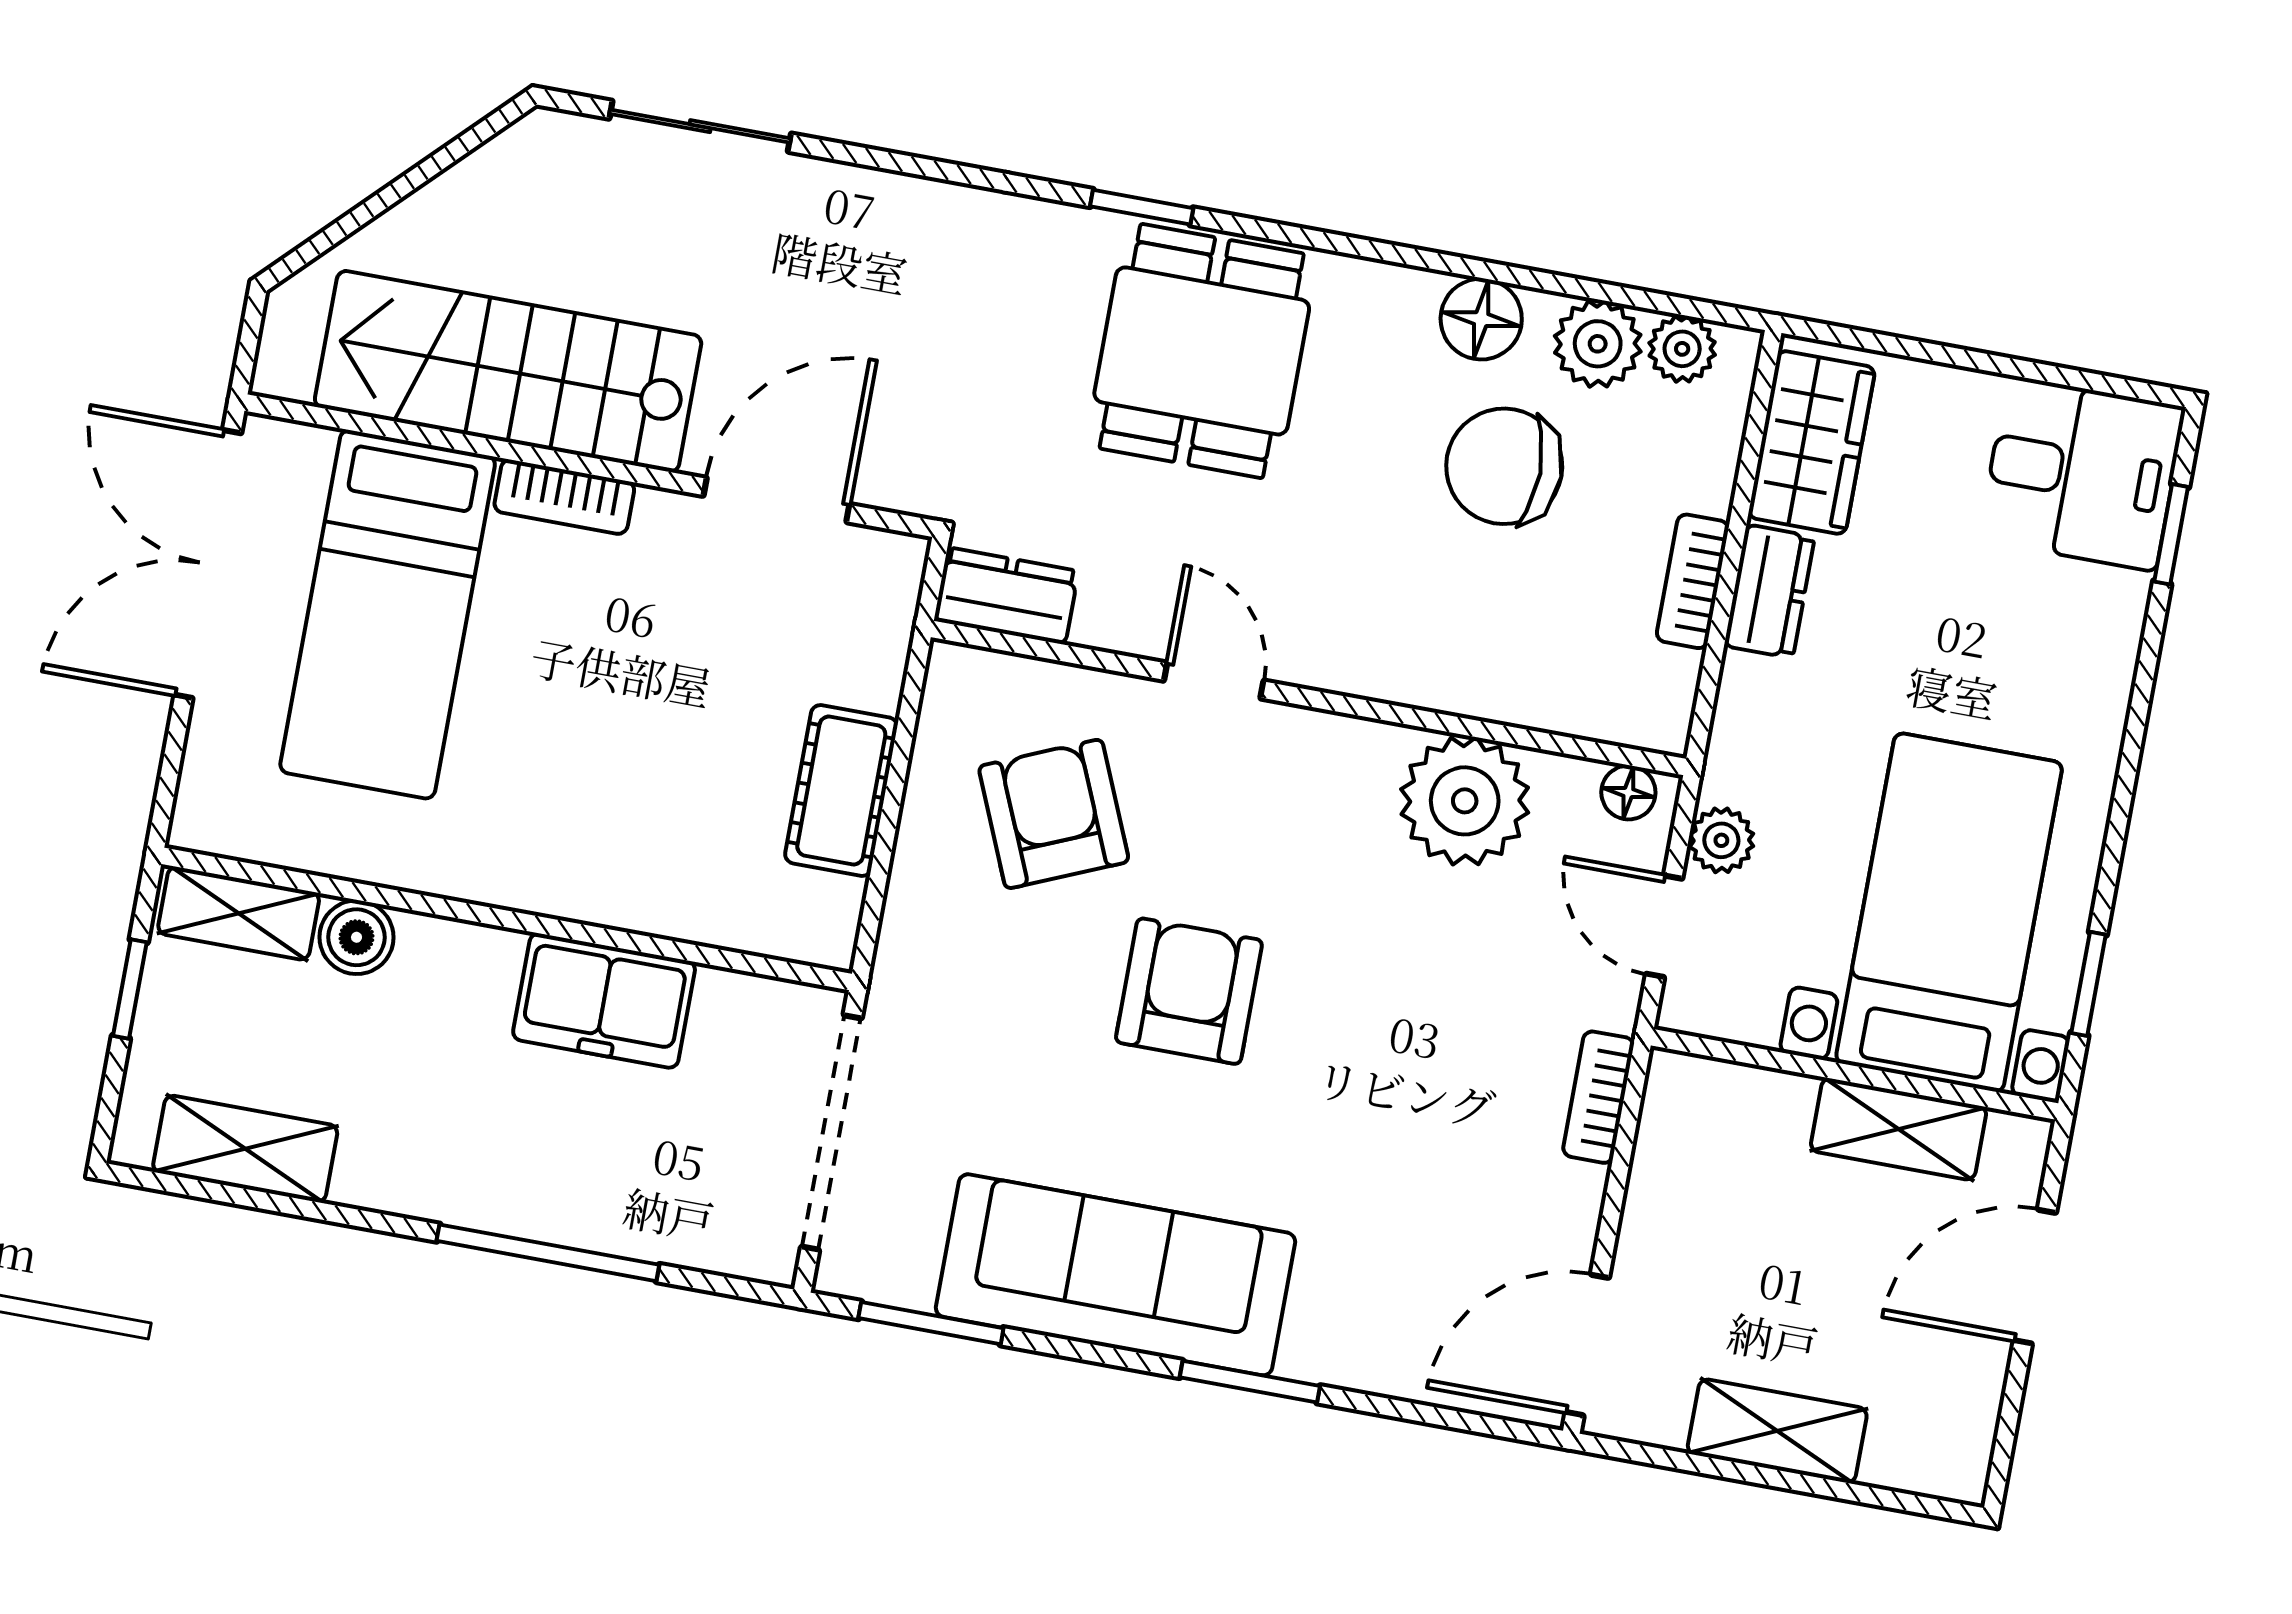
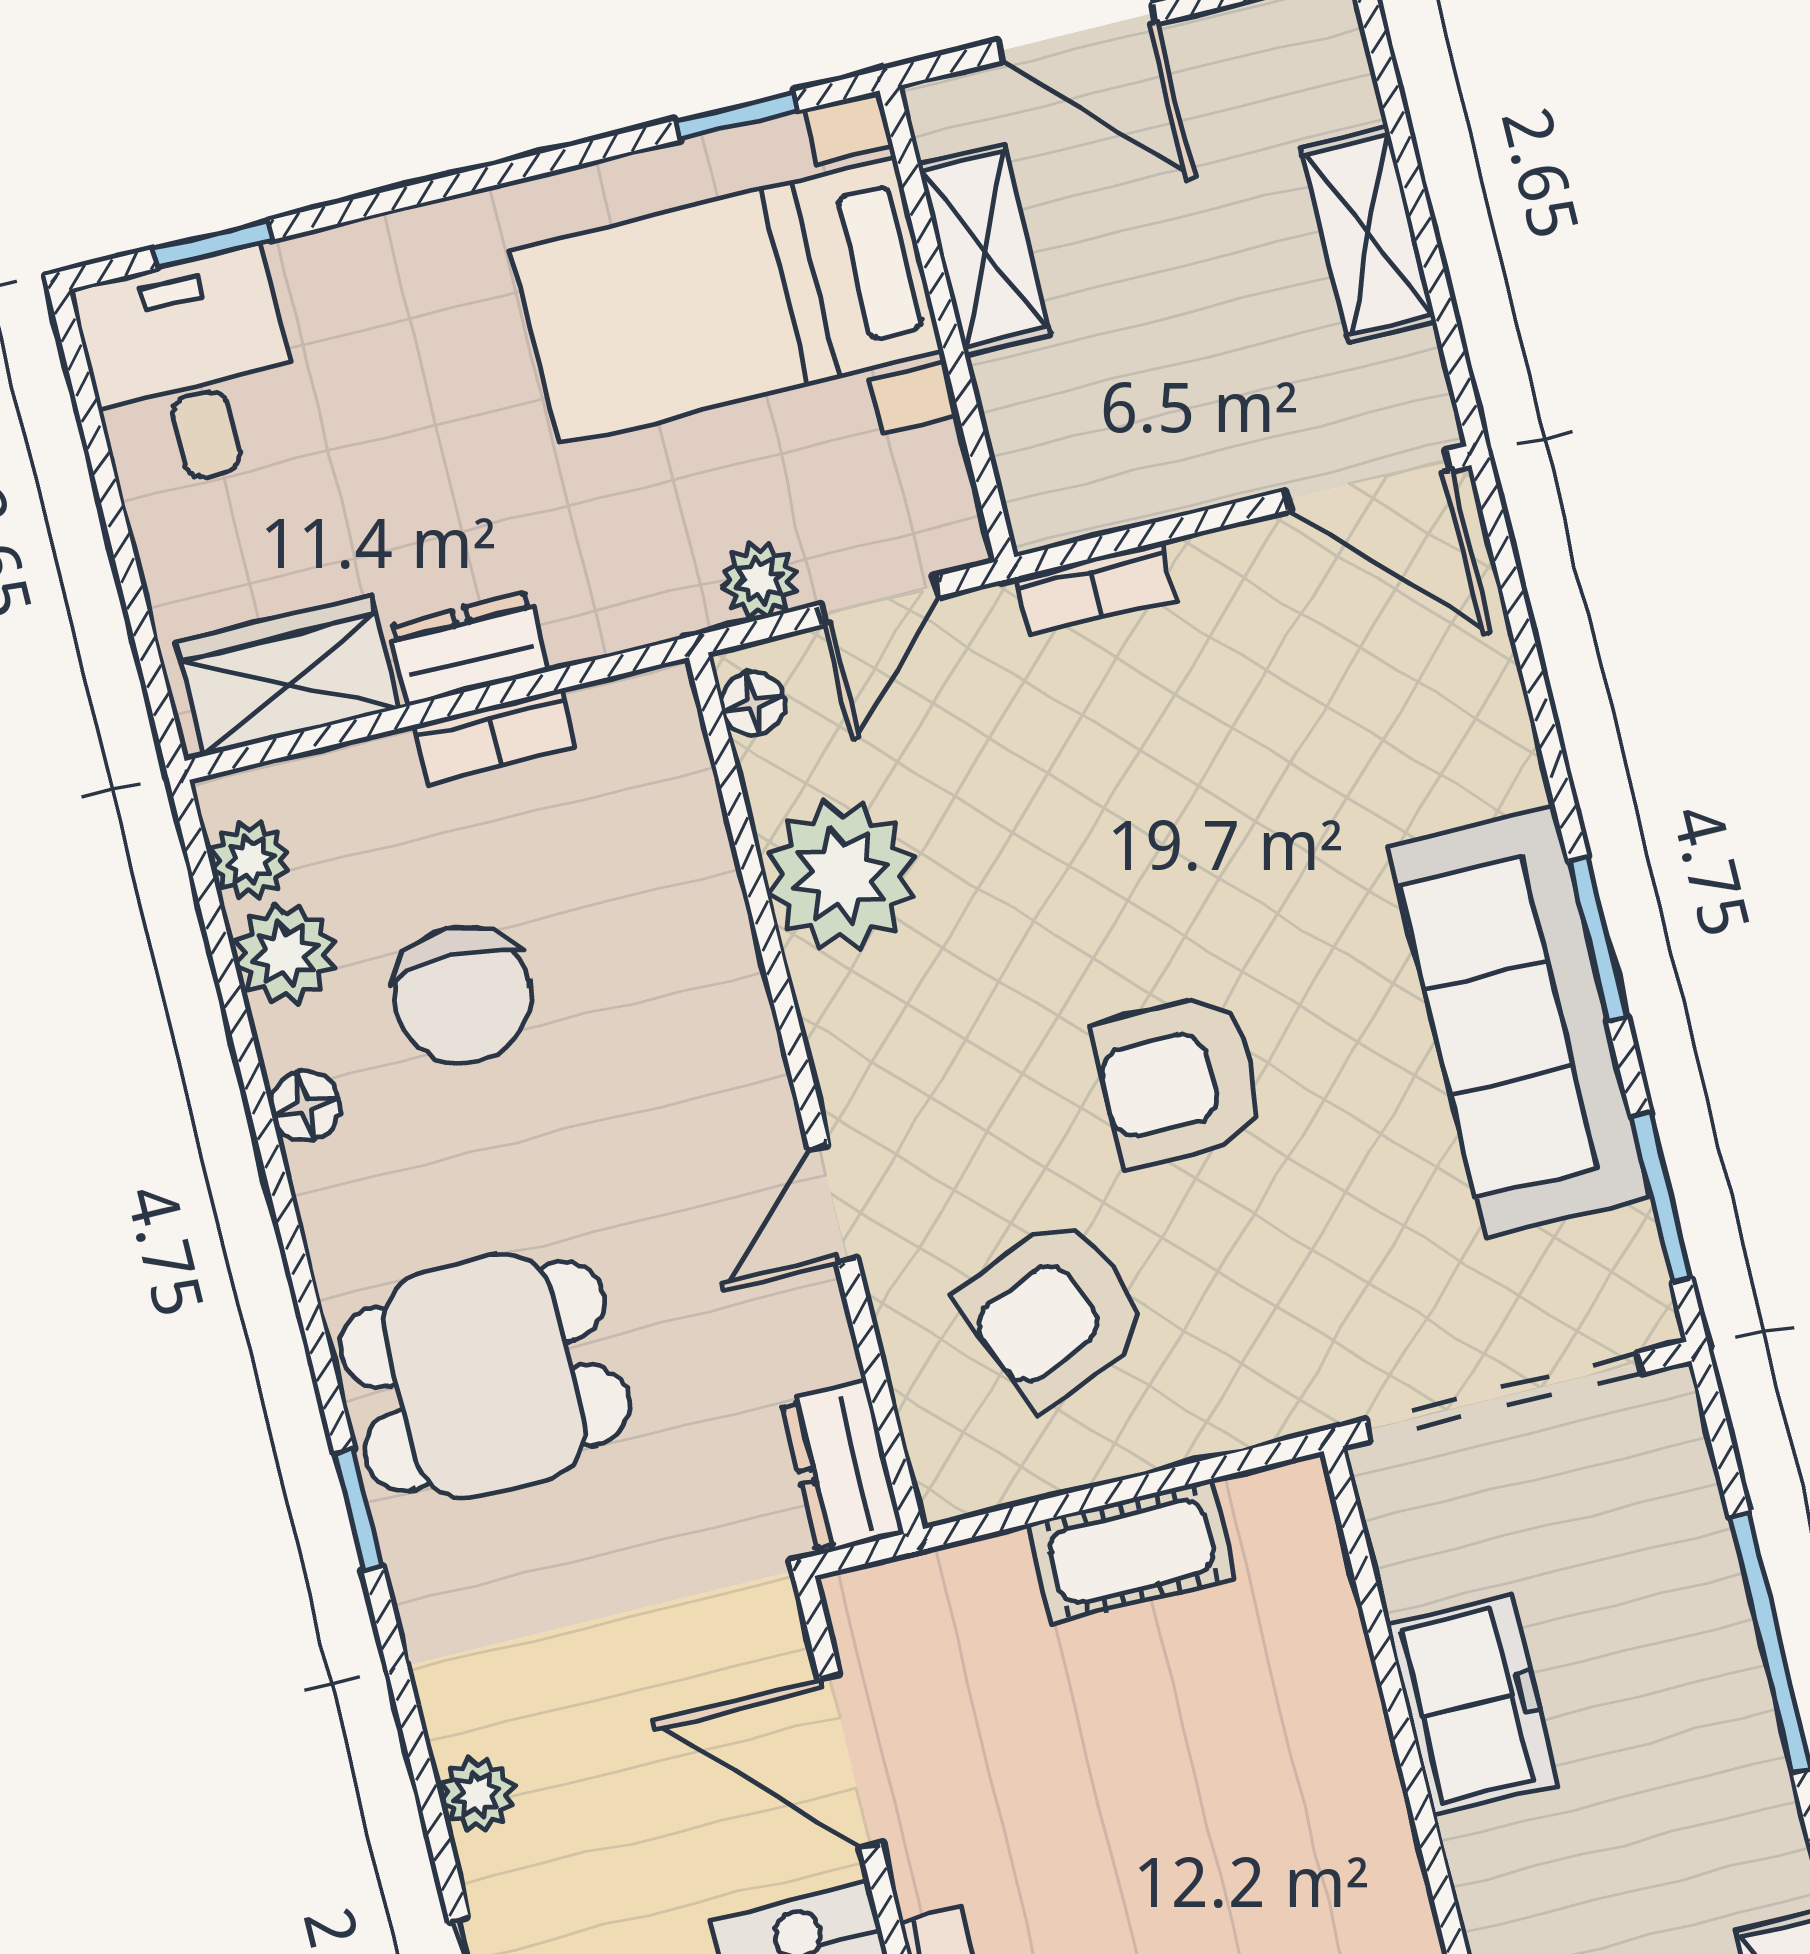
plant: (881, 200) -> (477, 1794), added
floor lamp: (1481, 319) -> (305, 1106), width x0.73, depth x0.73
window: (1250, 1382) -> (1598, 939), moved

